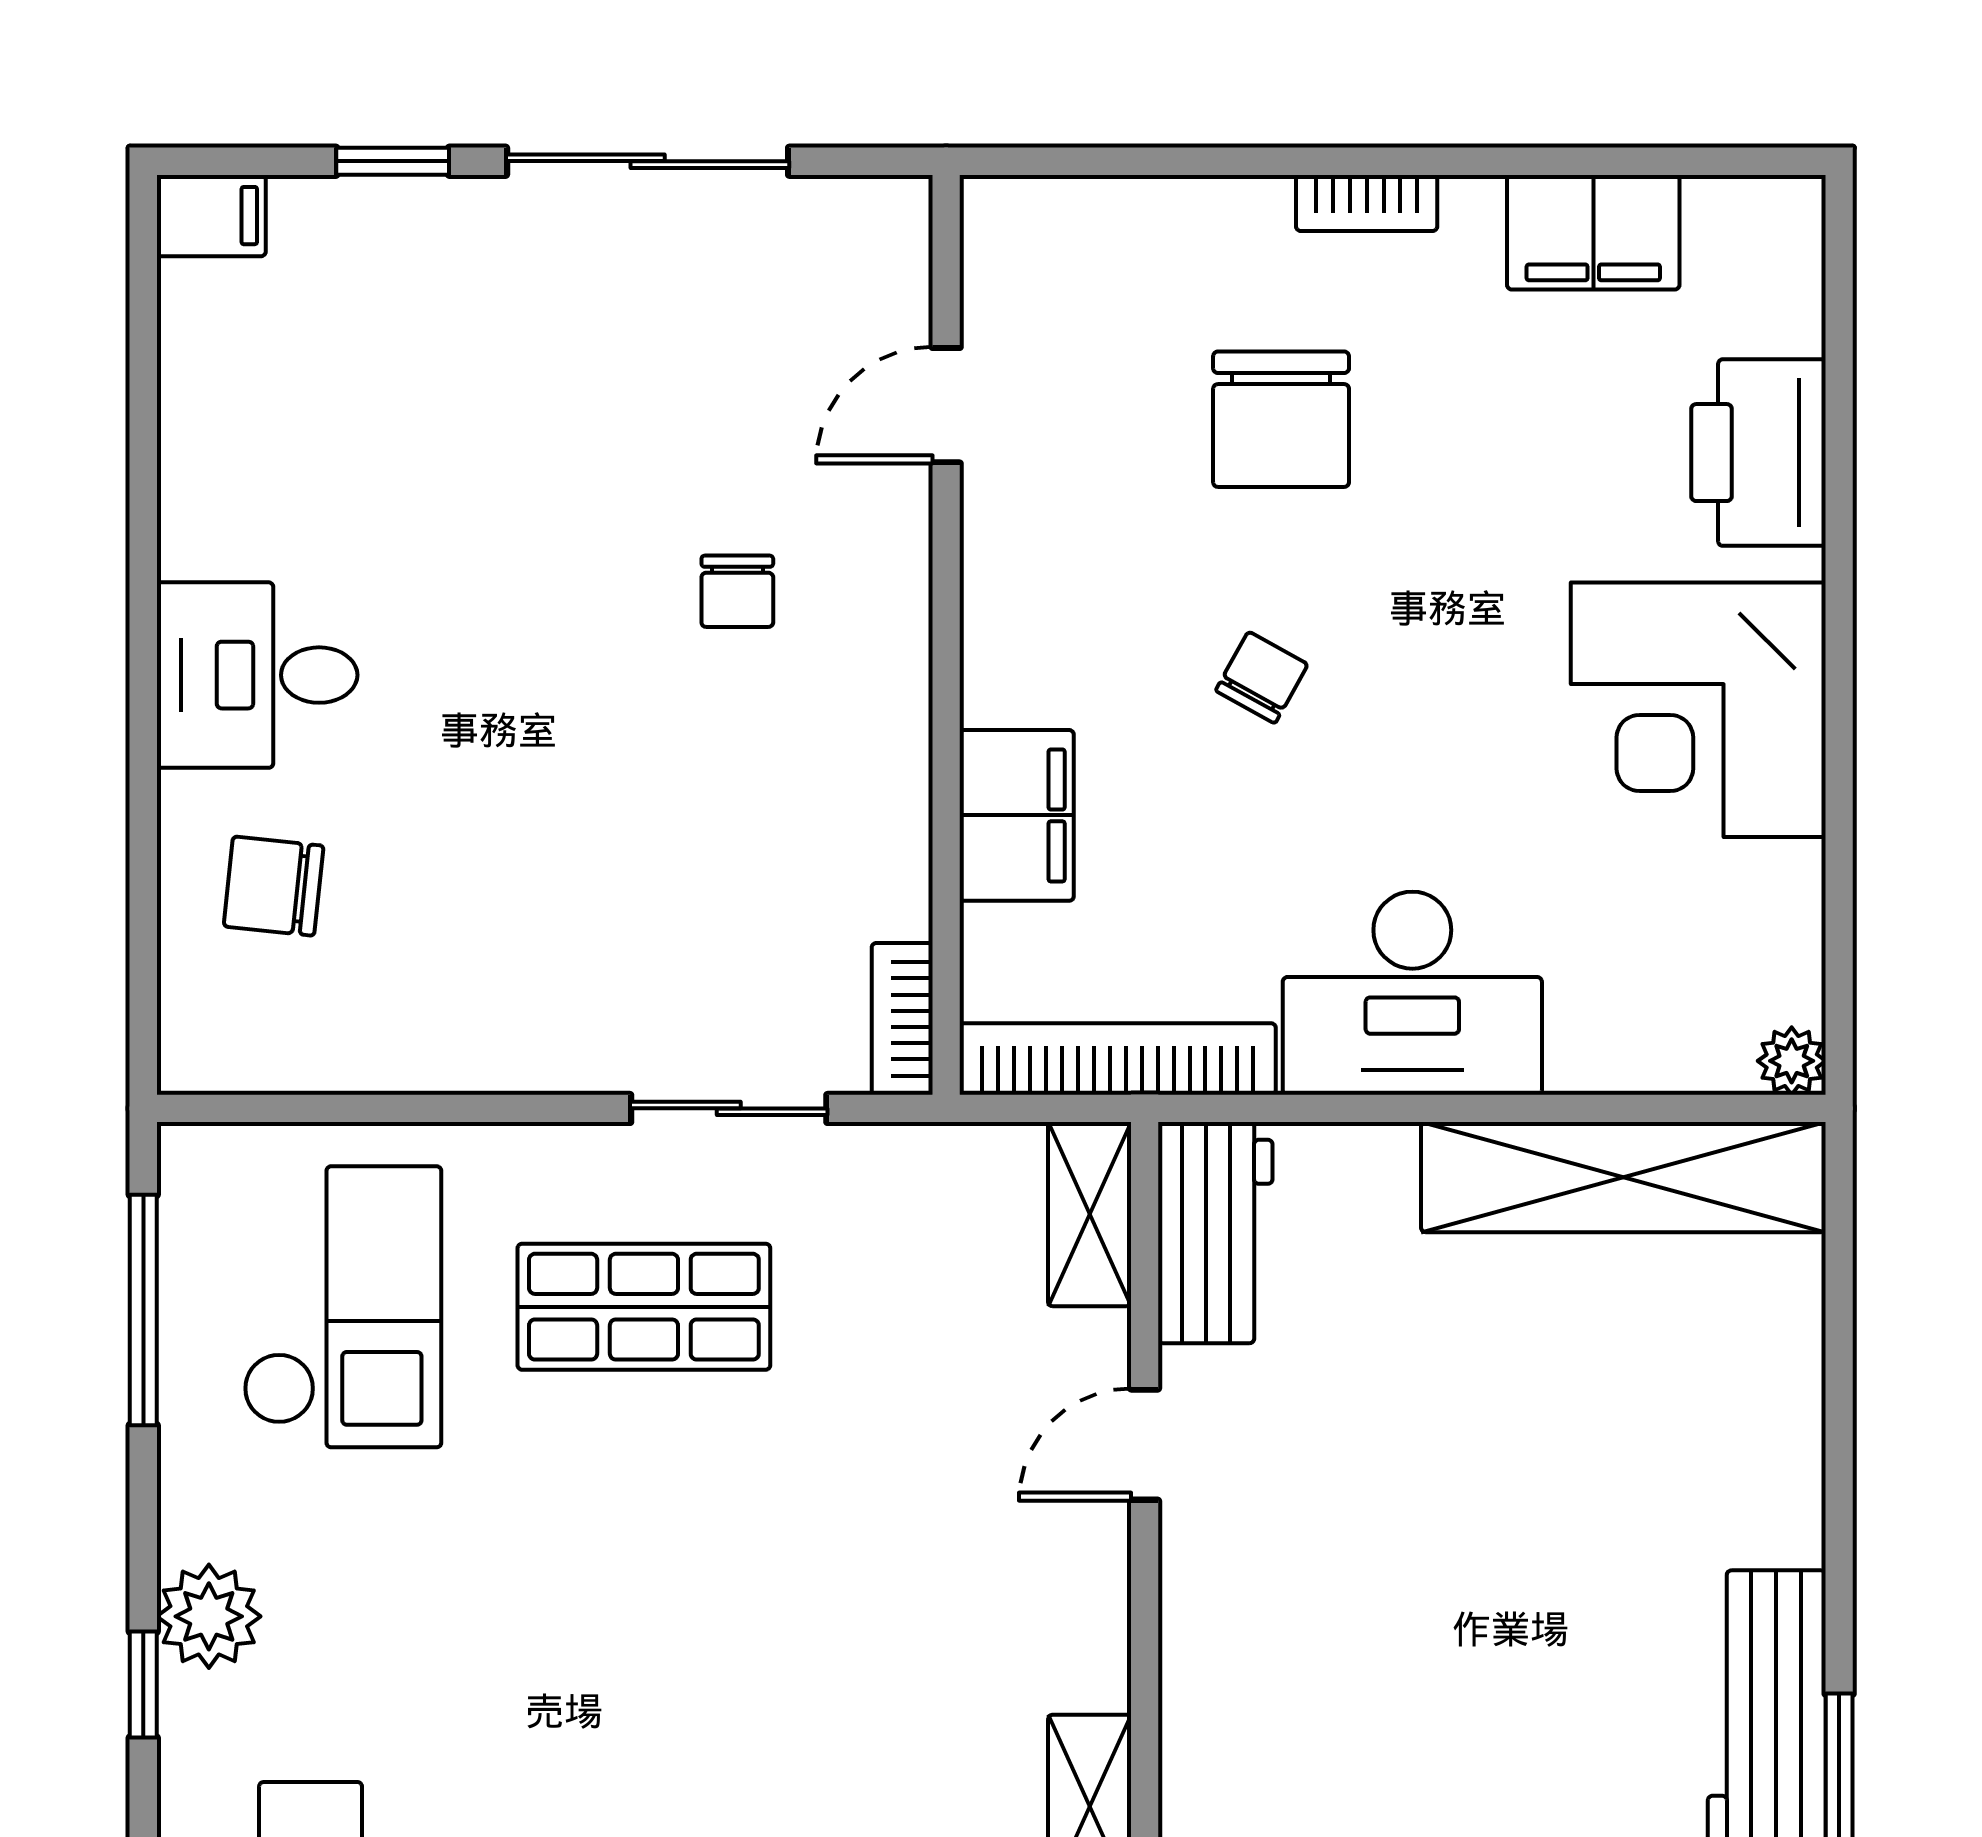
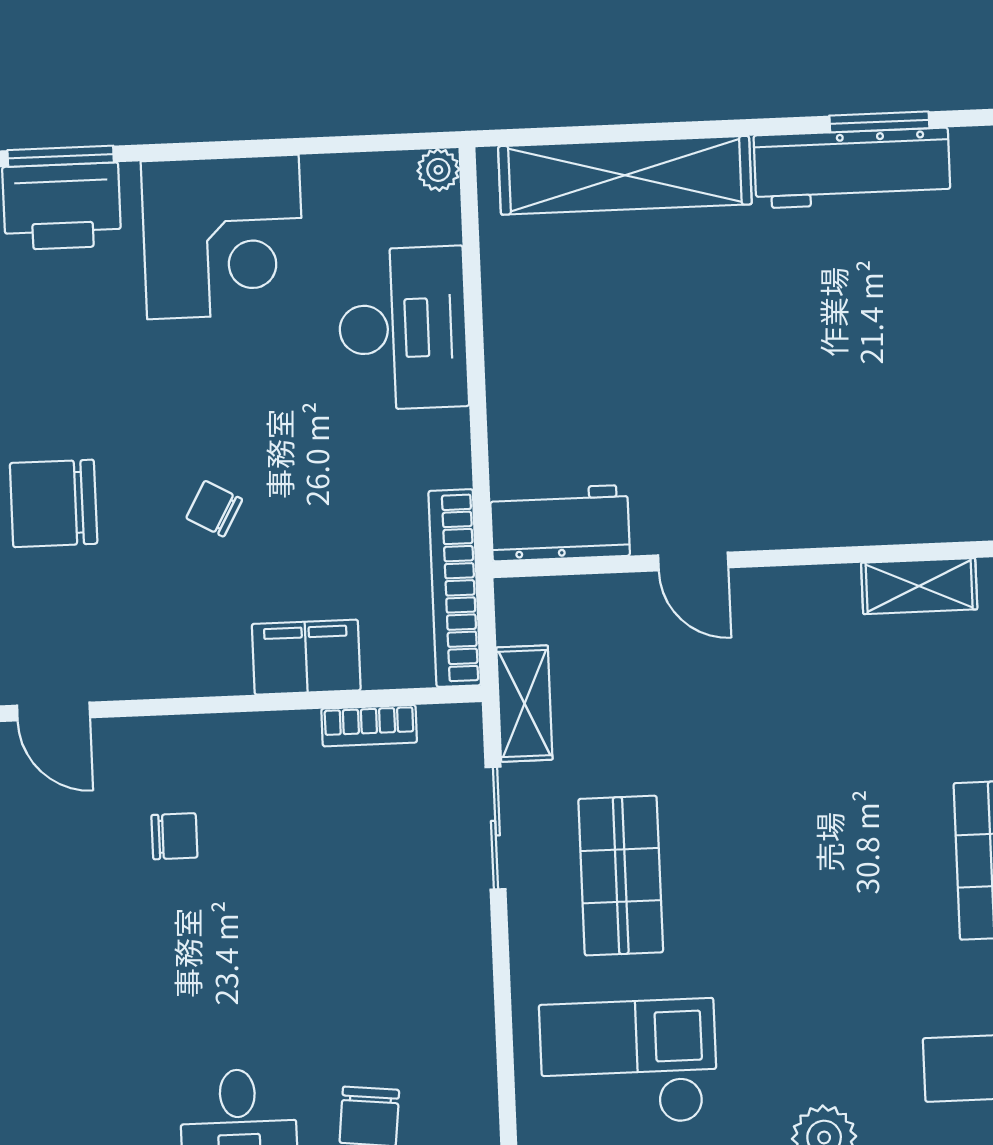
chair: (1281, 419) -> (54, 503), turned 180
window: (1839, 454) -> (61, 156), added
desk: (1412, 993) -> (403, 328), moved
bookcase: (902, 1019) -> (369, 726), moved
shelving: (1623, 1177) -> (625, 175), moved, turned 90
shelving: (1090, 1214) -> (524, 704), moved, turned 90

